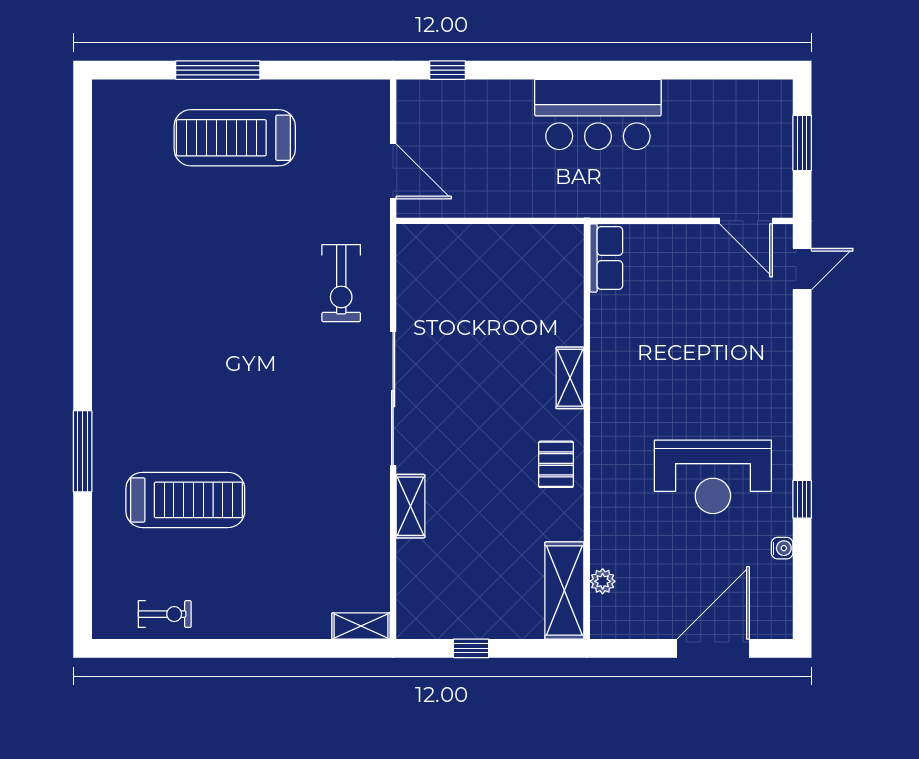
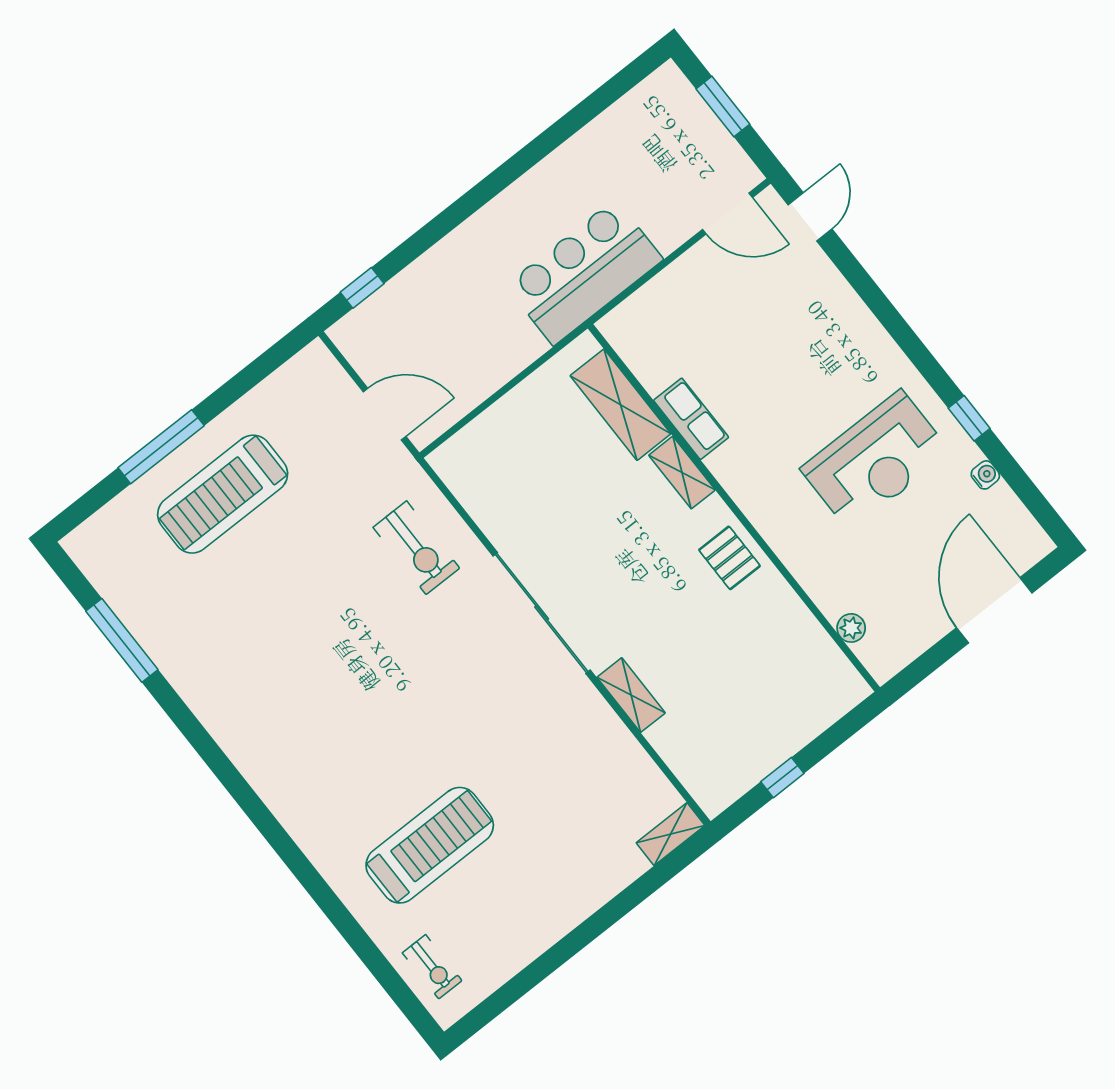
bar counter: (598, 115) -> (584, 272), moved, turned 180
row of seats: (606, 258) -> (691, 419), moved
window: (83, 451) -> (122, 640), moved
shelving: (564, 591) -> (620, 405), moved
exercise bike: (165, 614) -> (432, 967), moved, turned 90

